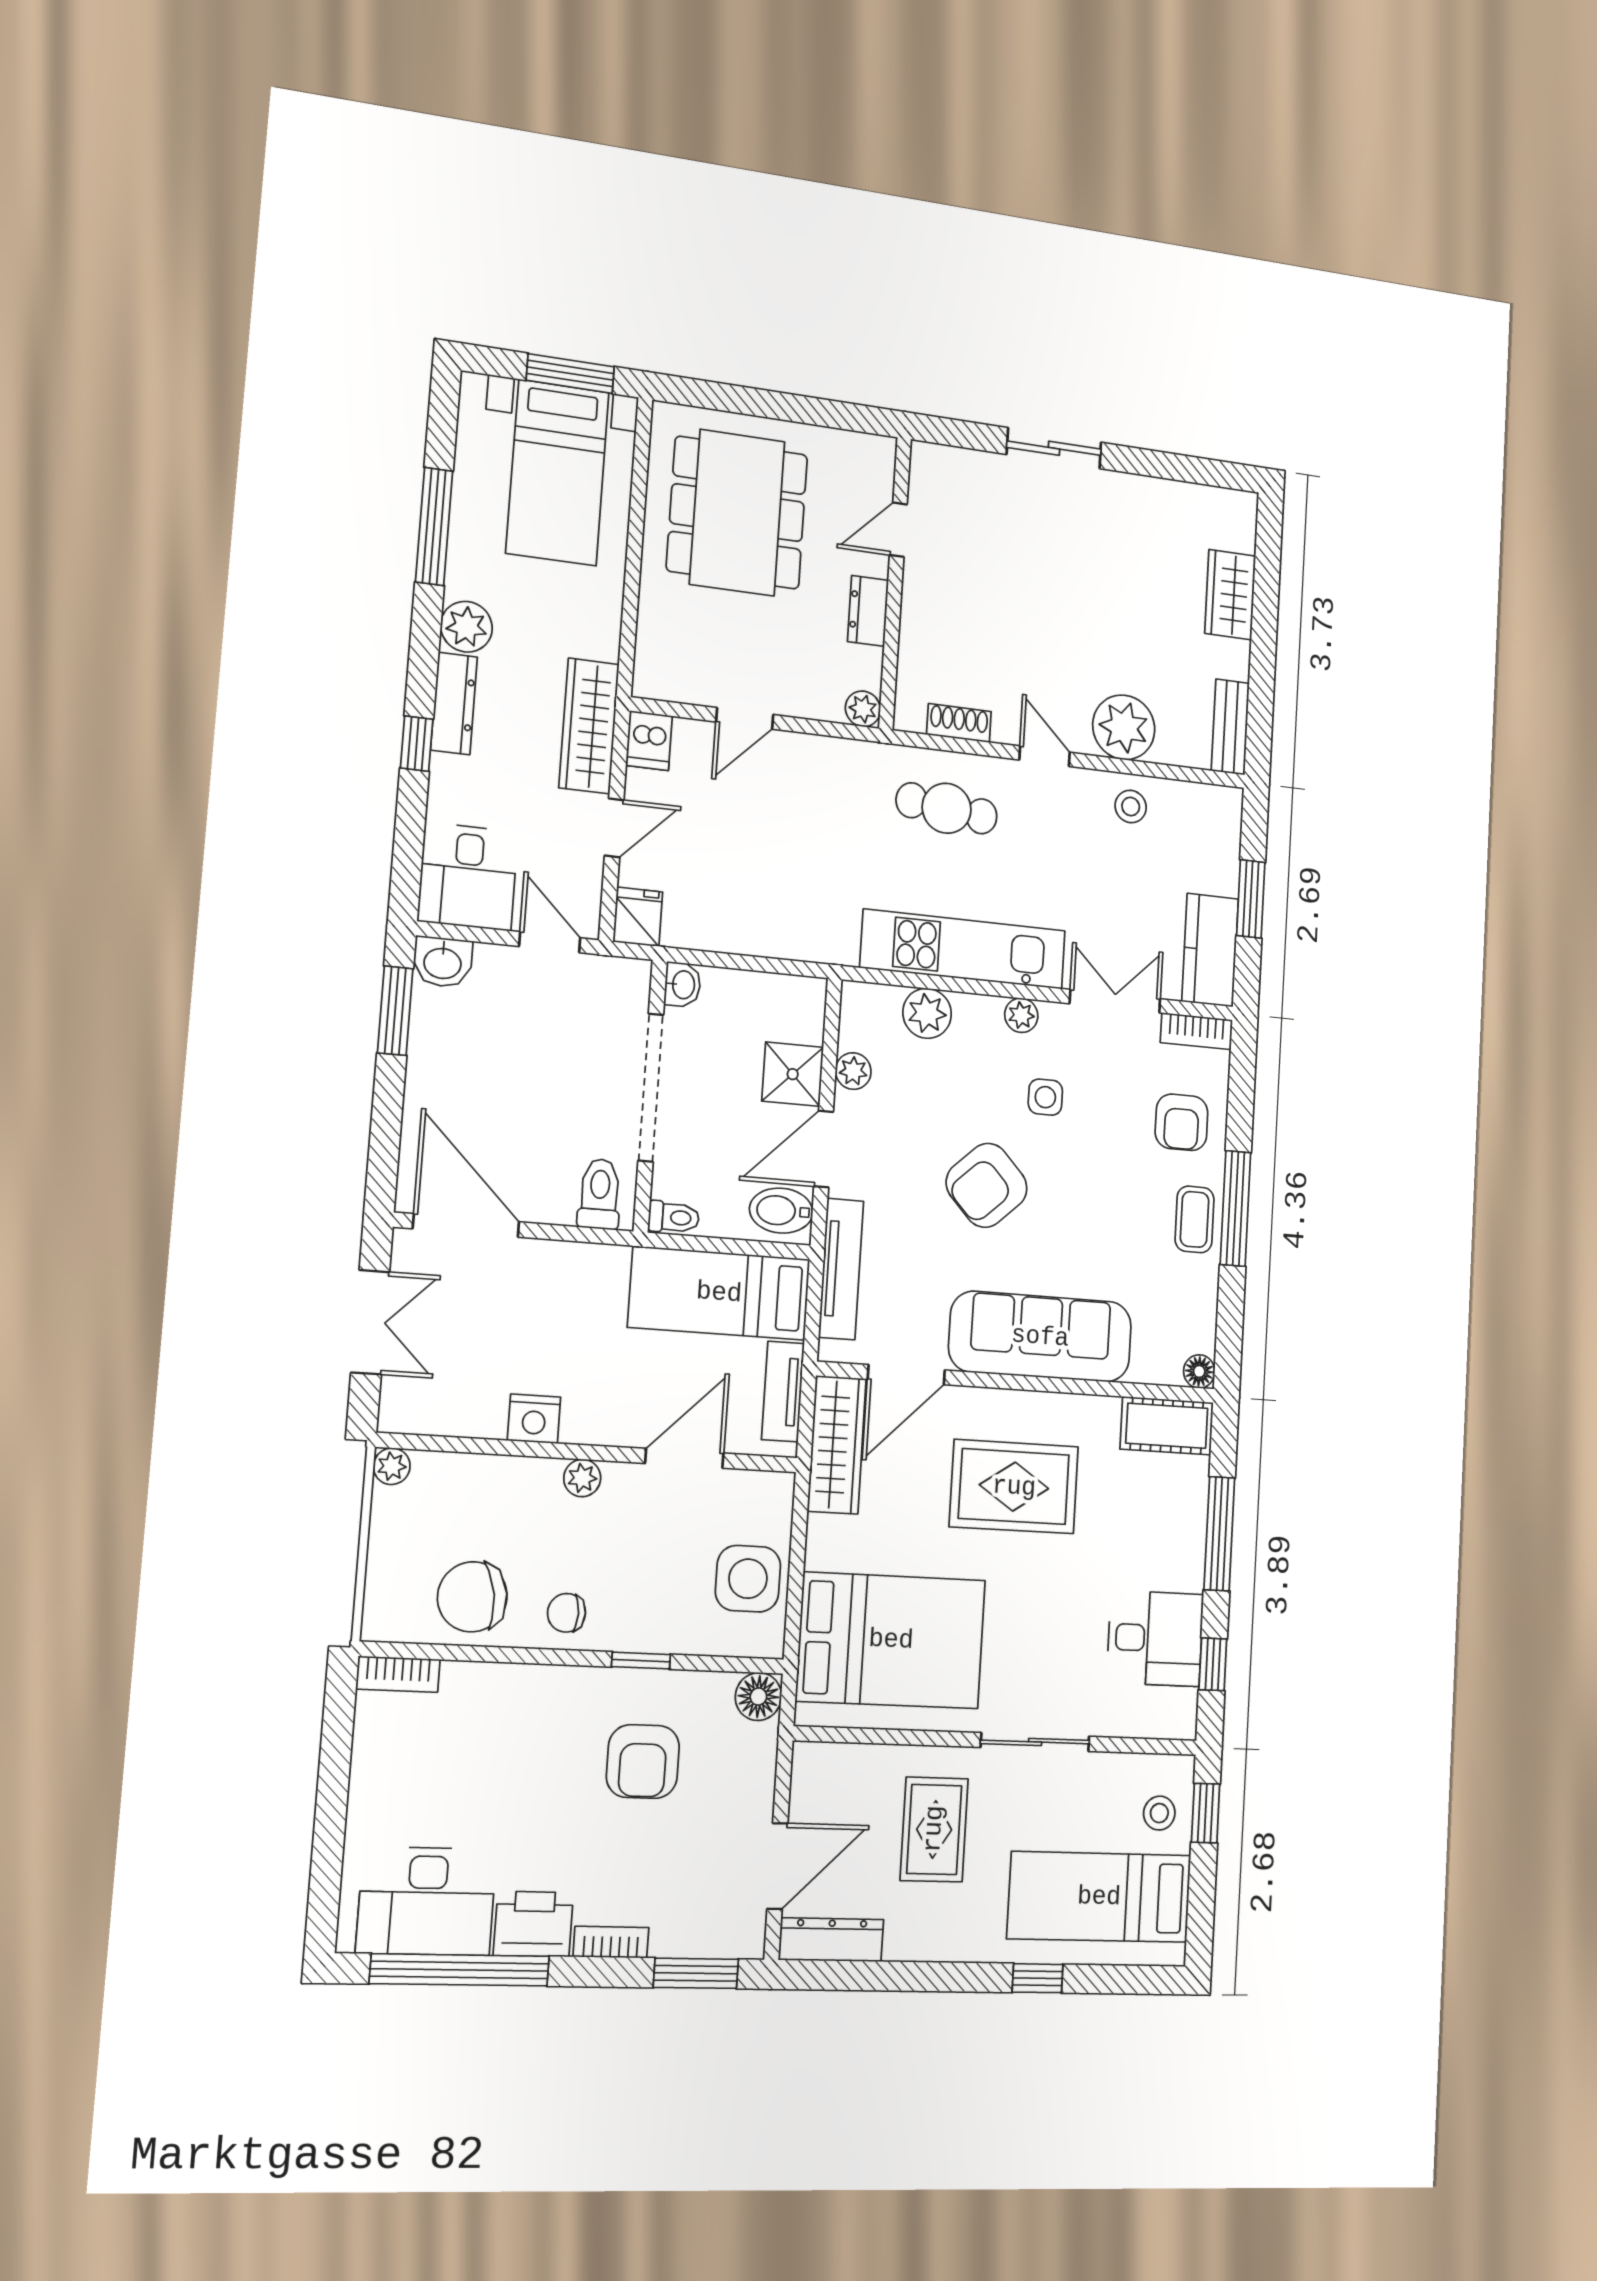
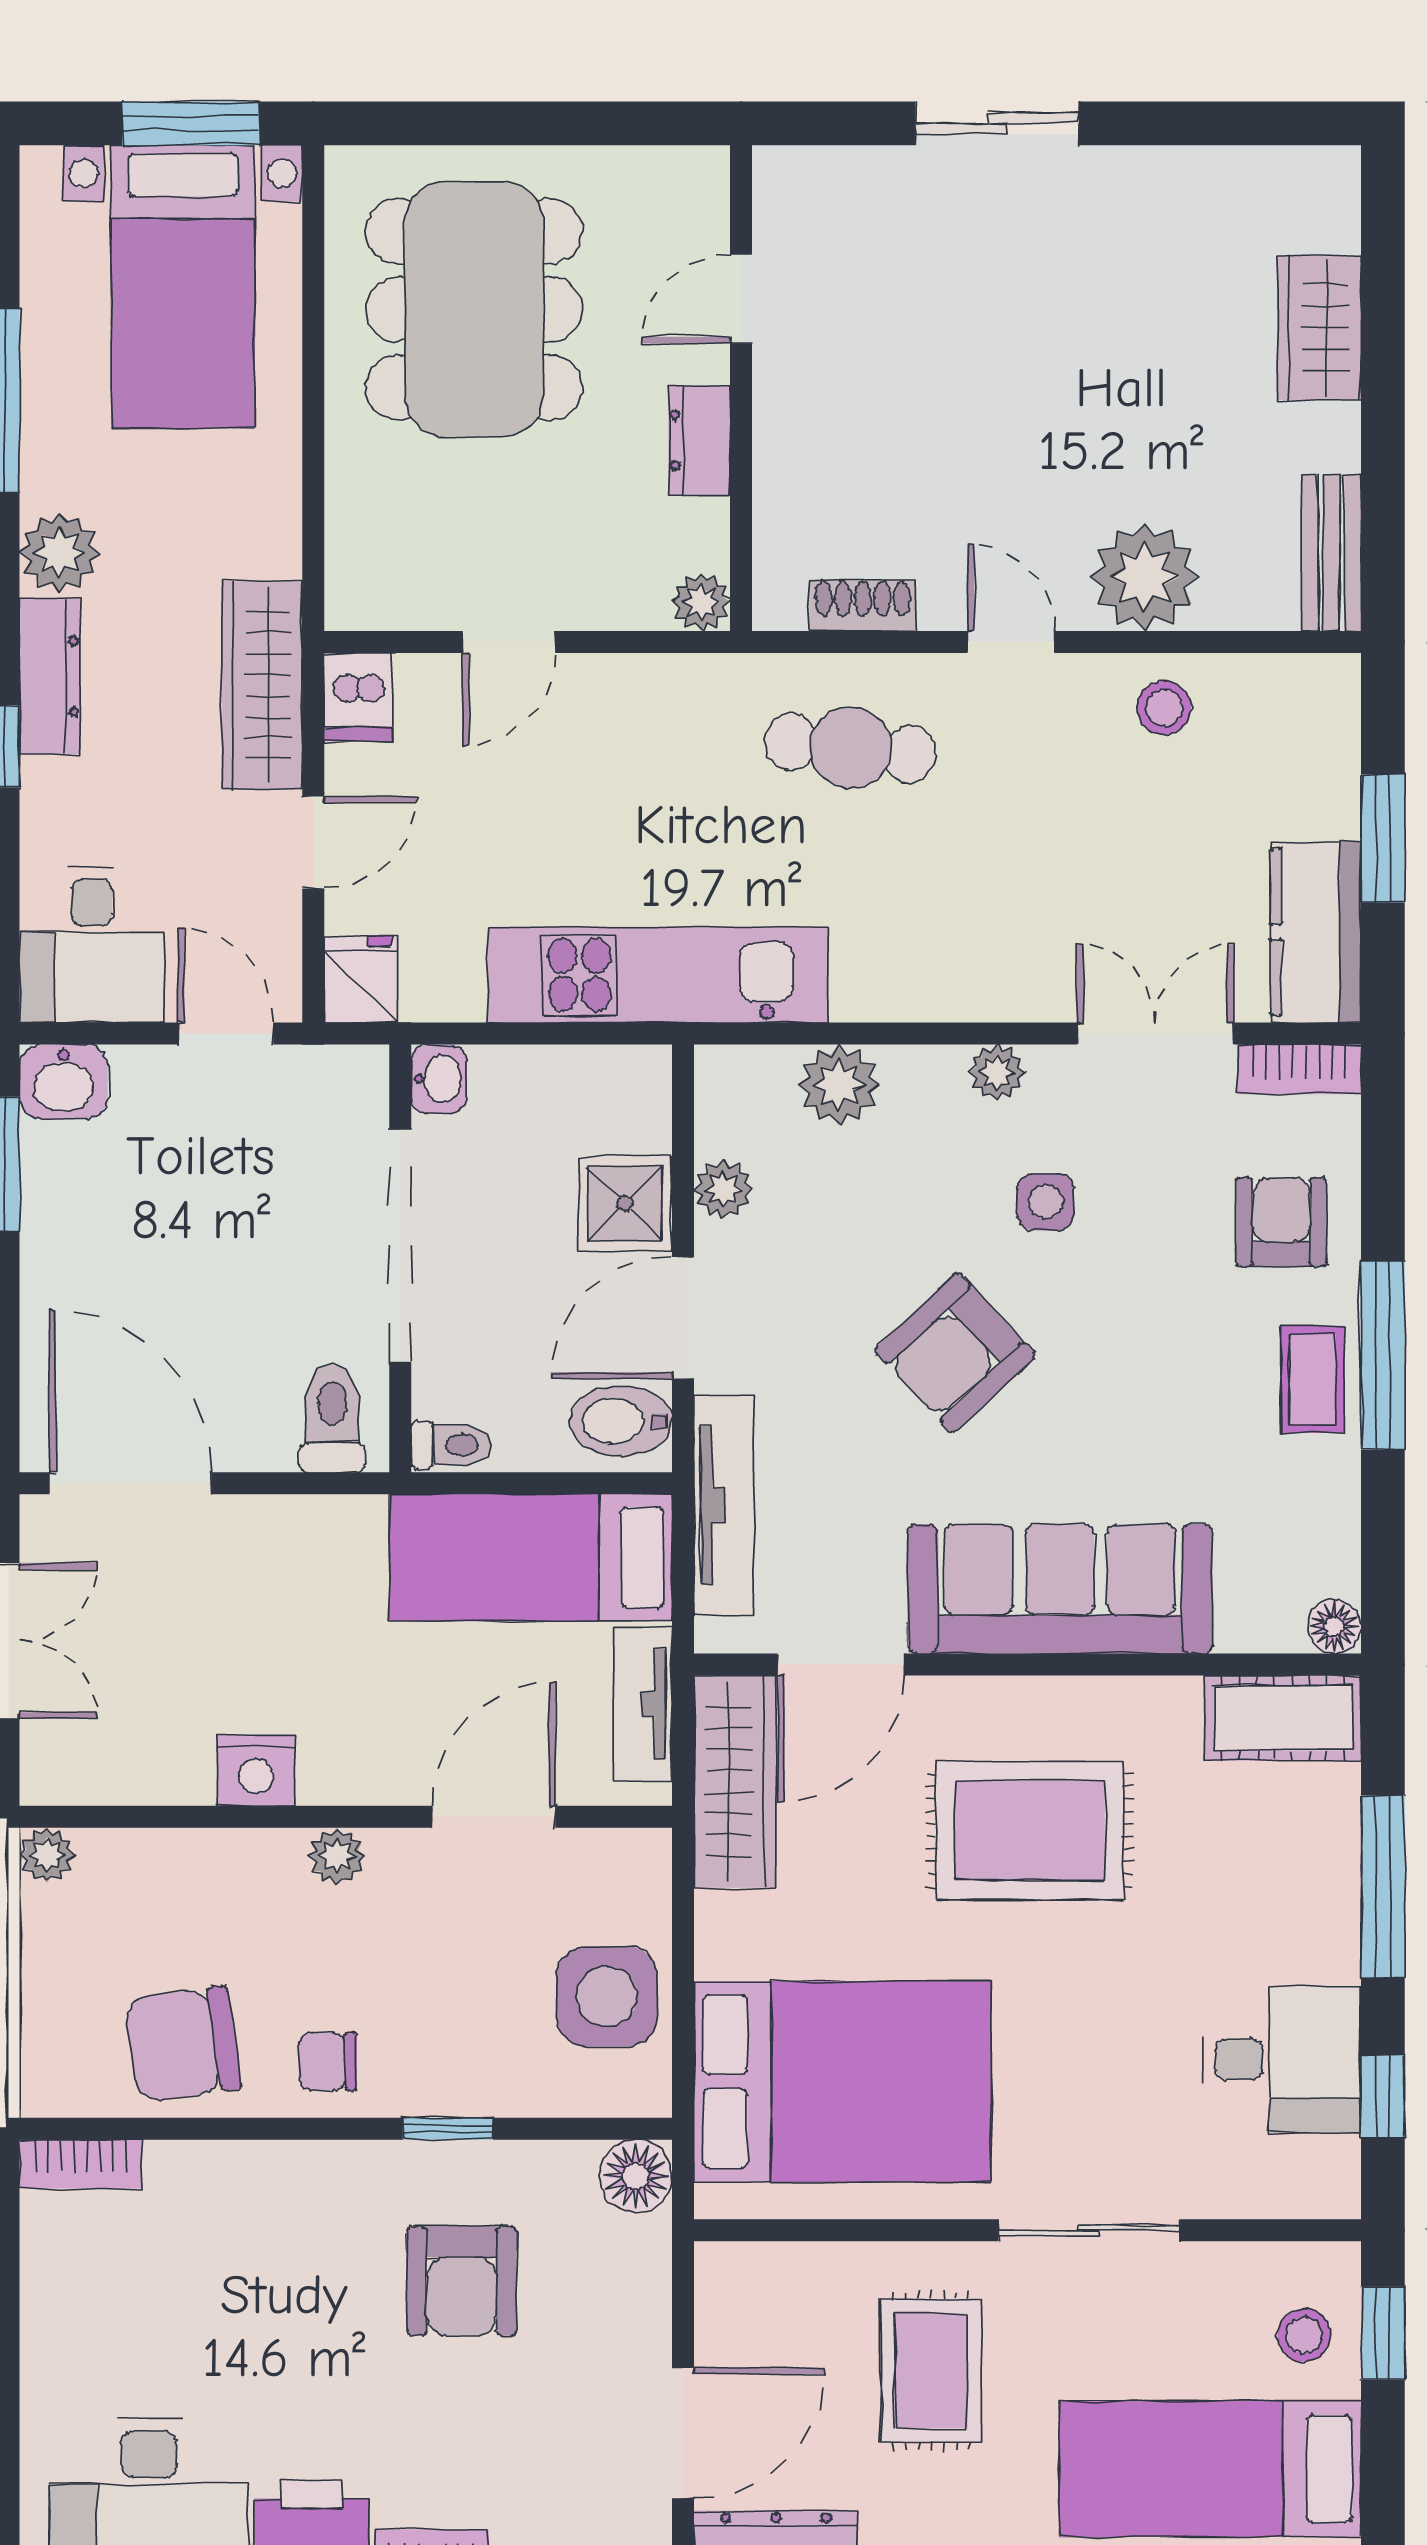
kitchen unit: (963, 949) -> (658, 975), moved
armchair: (1182, 1122) -> (1281, 1222), turned 180

